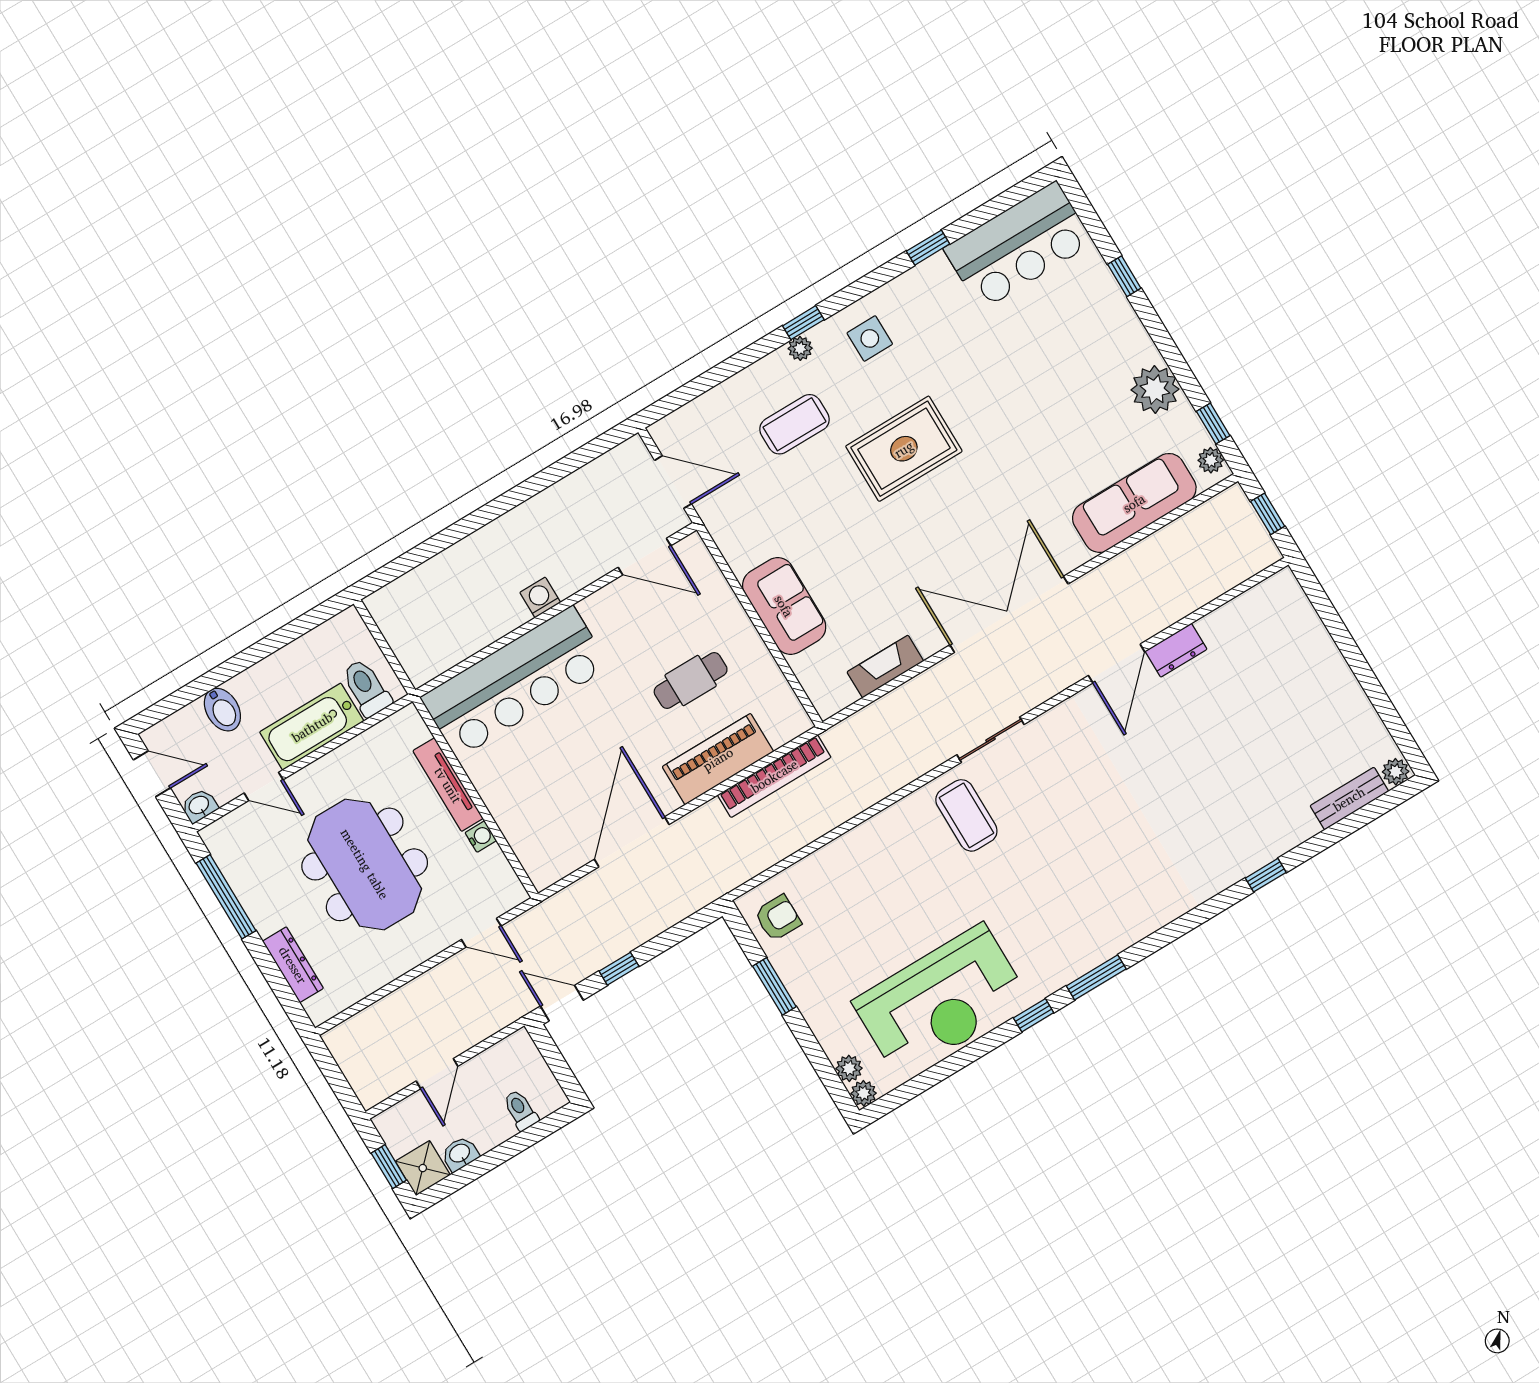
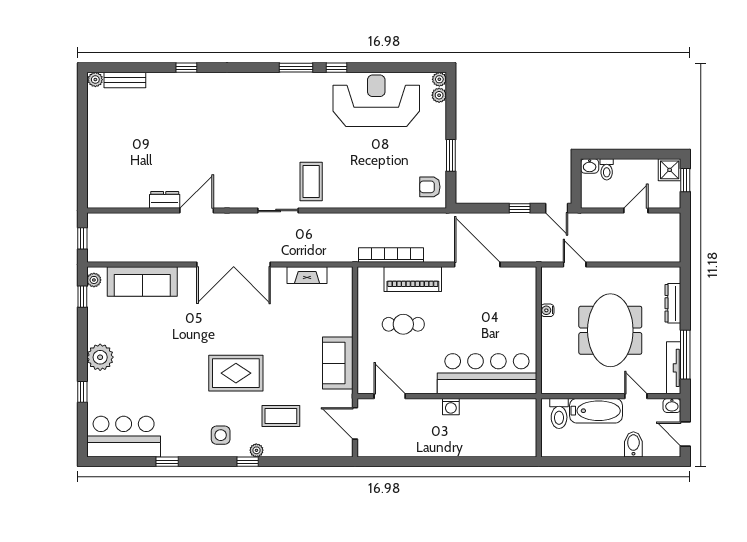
plant: (1155, 389) -> (100, 357), moved
sofa: (784, 606) -> (338, 363), moved
tv unit: (448, 785) -> (674, 368), moved, turned 180
door: (632, 842) -> (477, 265), swing flipped
washbasin: (460, 1154) -> (590, 166), moved

